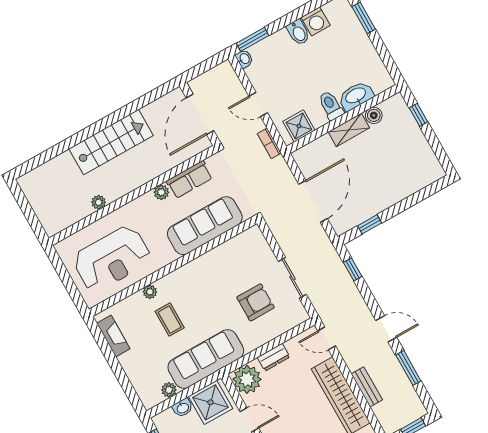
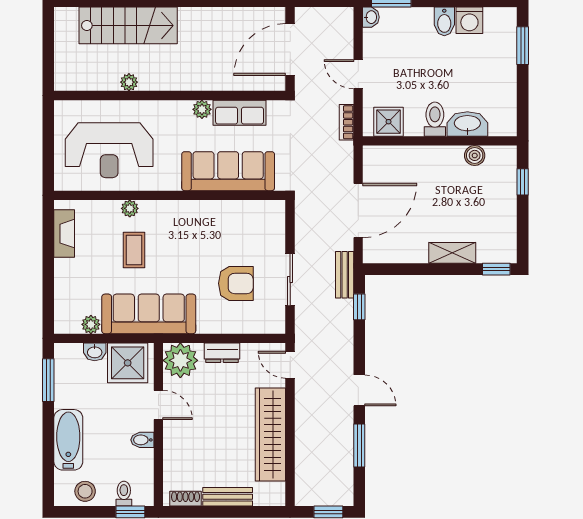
shelving: (349, 130) -> (452, 253), moved
stairs: (111, 142) -> (128, 25), moved
window: (370, 224) -> (496, 269), moved
bench: (367, 387) -> (345, 275), moved

